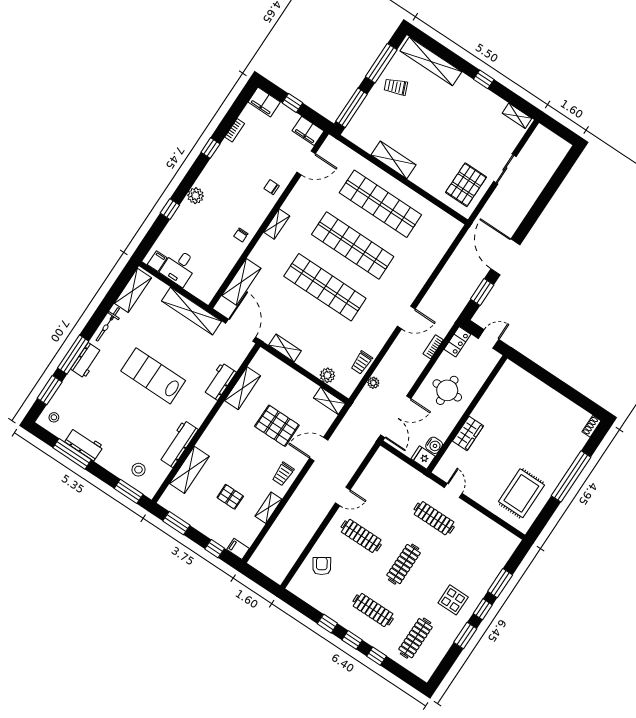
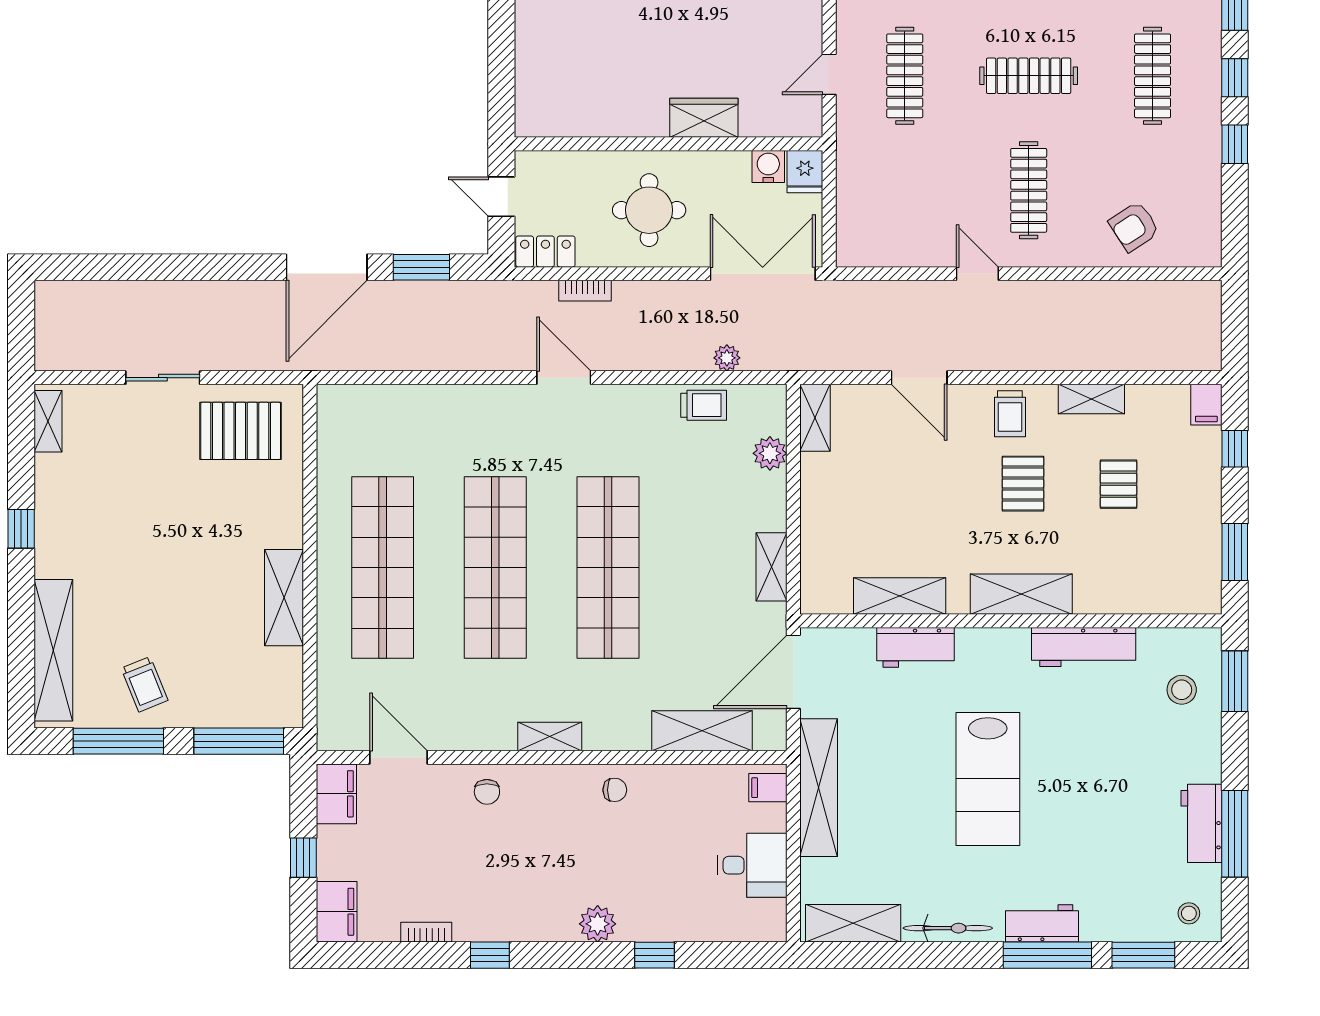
filing cabinet: (157, 261) -> (768, 788), moved
pallet: (277, 426) -> (1023, 484), moved, width x0.67, depth x0.71
shelving: (189, 470) -> (1021, 594), moved
trolley: (283, 474) -> (1010, 414), turned 90

